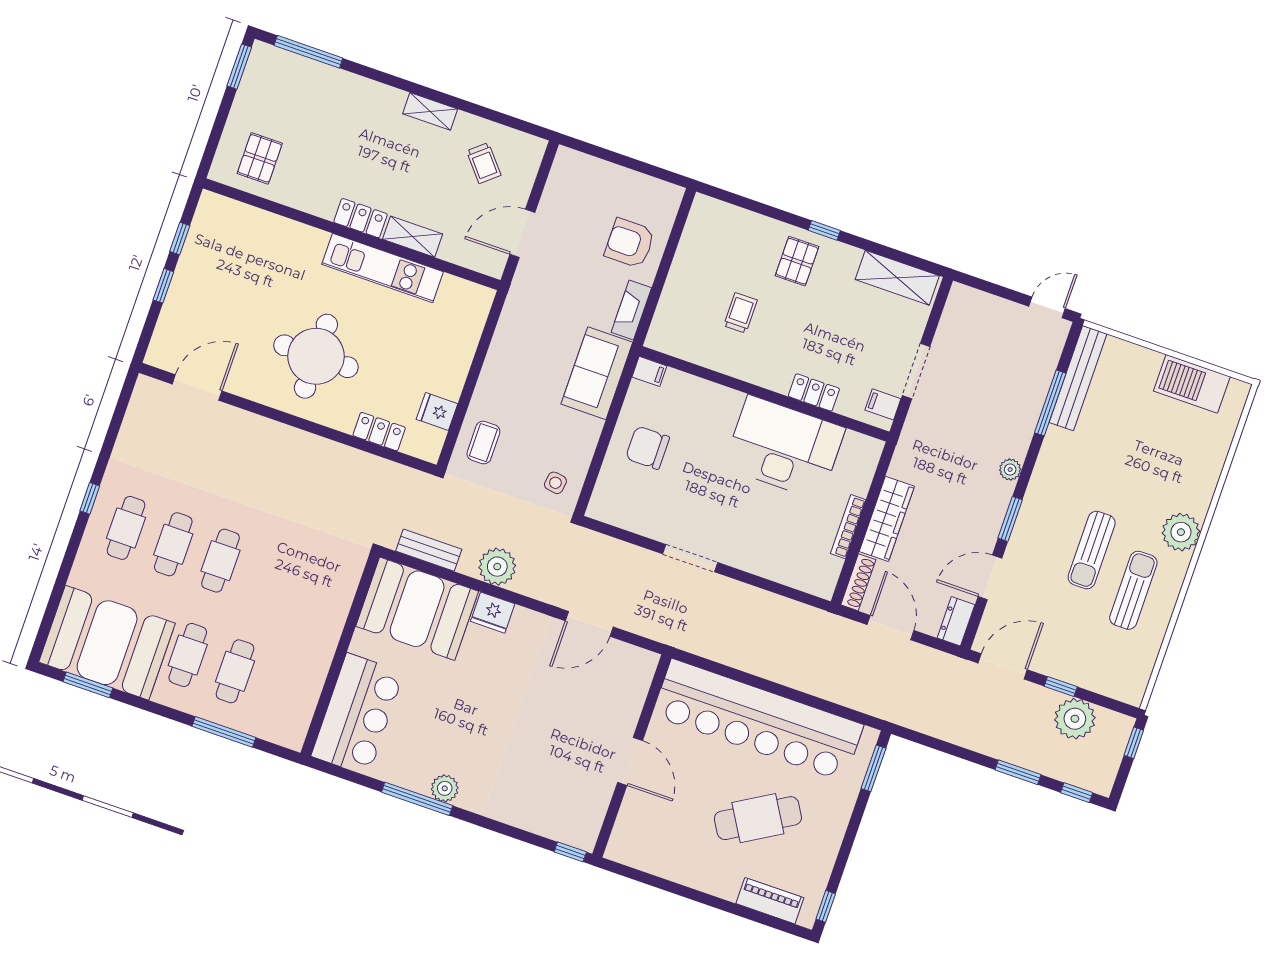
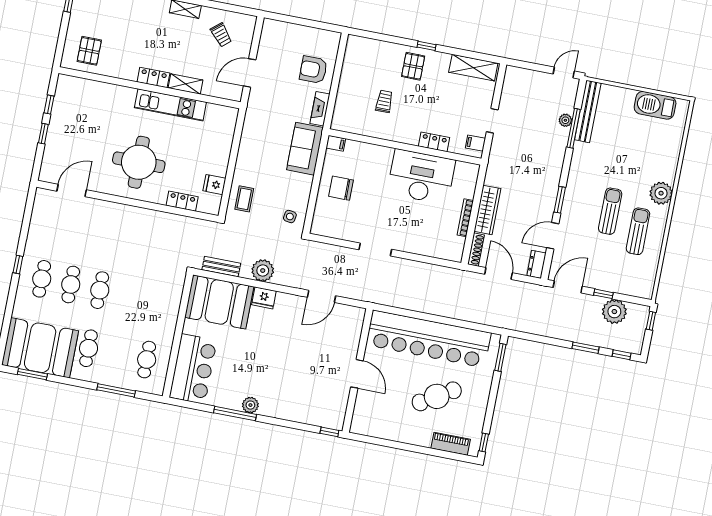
doorway: (916, 371) -> (492, 121), width x0.73
plant: (1010, 470) -> (565, 120), moved
sun lounger: (1092, 550) -> (610, 211), turned 180
cafe table: (235, 671) -> (147, 360), moved

